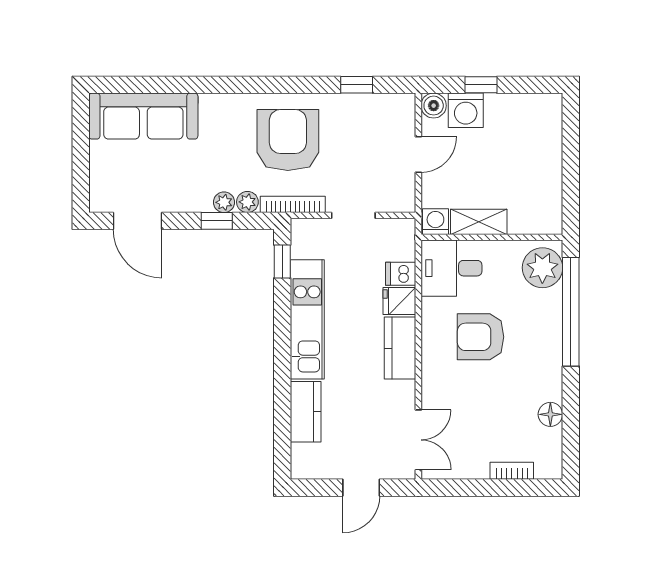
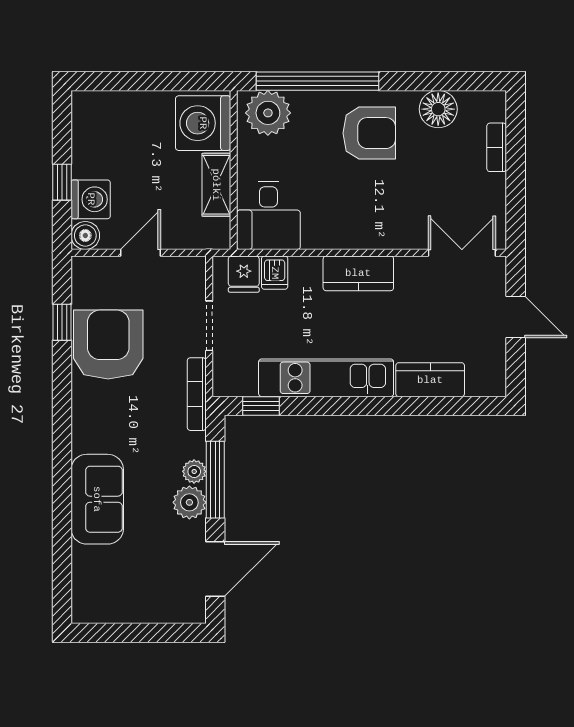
sofa: (143, 116) -> (97, 499), moved, width x0.73
armchair: (288, 140) -> (108, 344), moved, turned 90
door: (418, 154) -> (140, 253), hinge flipped
plant: (247, 202) -> (189, 502), moved, width x1.38, depth x1.38
window: (217, 221) -> (215, 480), width x2.17
washing machine: (435, 222) -> (203, 123), moved, width x1.89, depth x1.89
fridge: (399, 301) -> (244, 274), moved
armchair: (481, 337) -> (369, 133), moved, turned -90
floor lamp: (550, 414) -> (438, 109), width x1.38, depth x1.38

